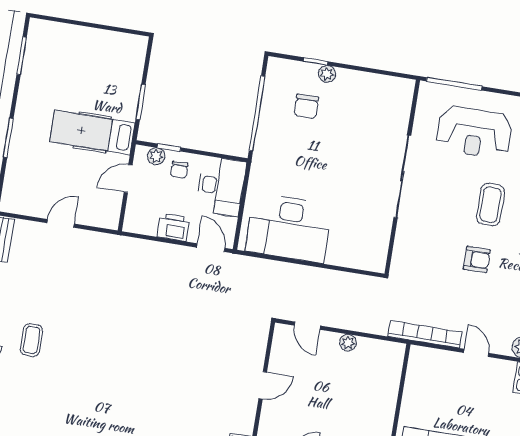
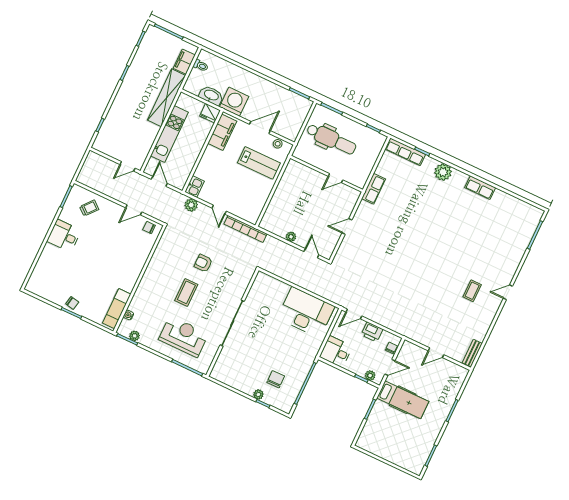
chair: (179, 170) -> (391, 348), moved
desk: (221, 186) -> (336, 352), width x0.73
door: (211, 248) -> (354, 314), hinge flipped

